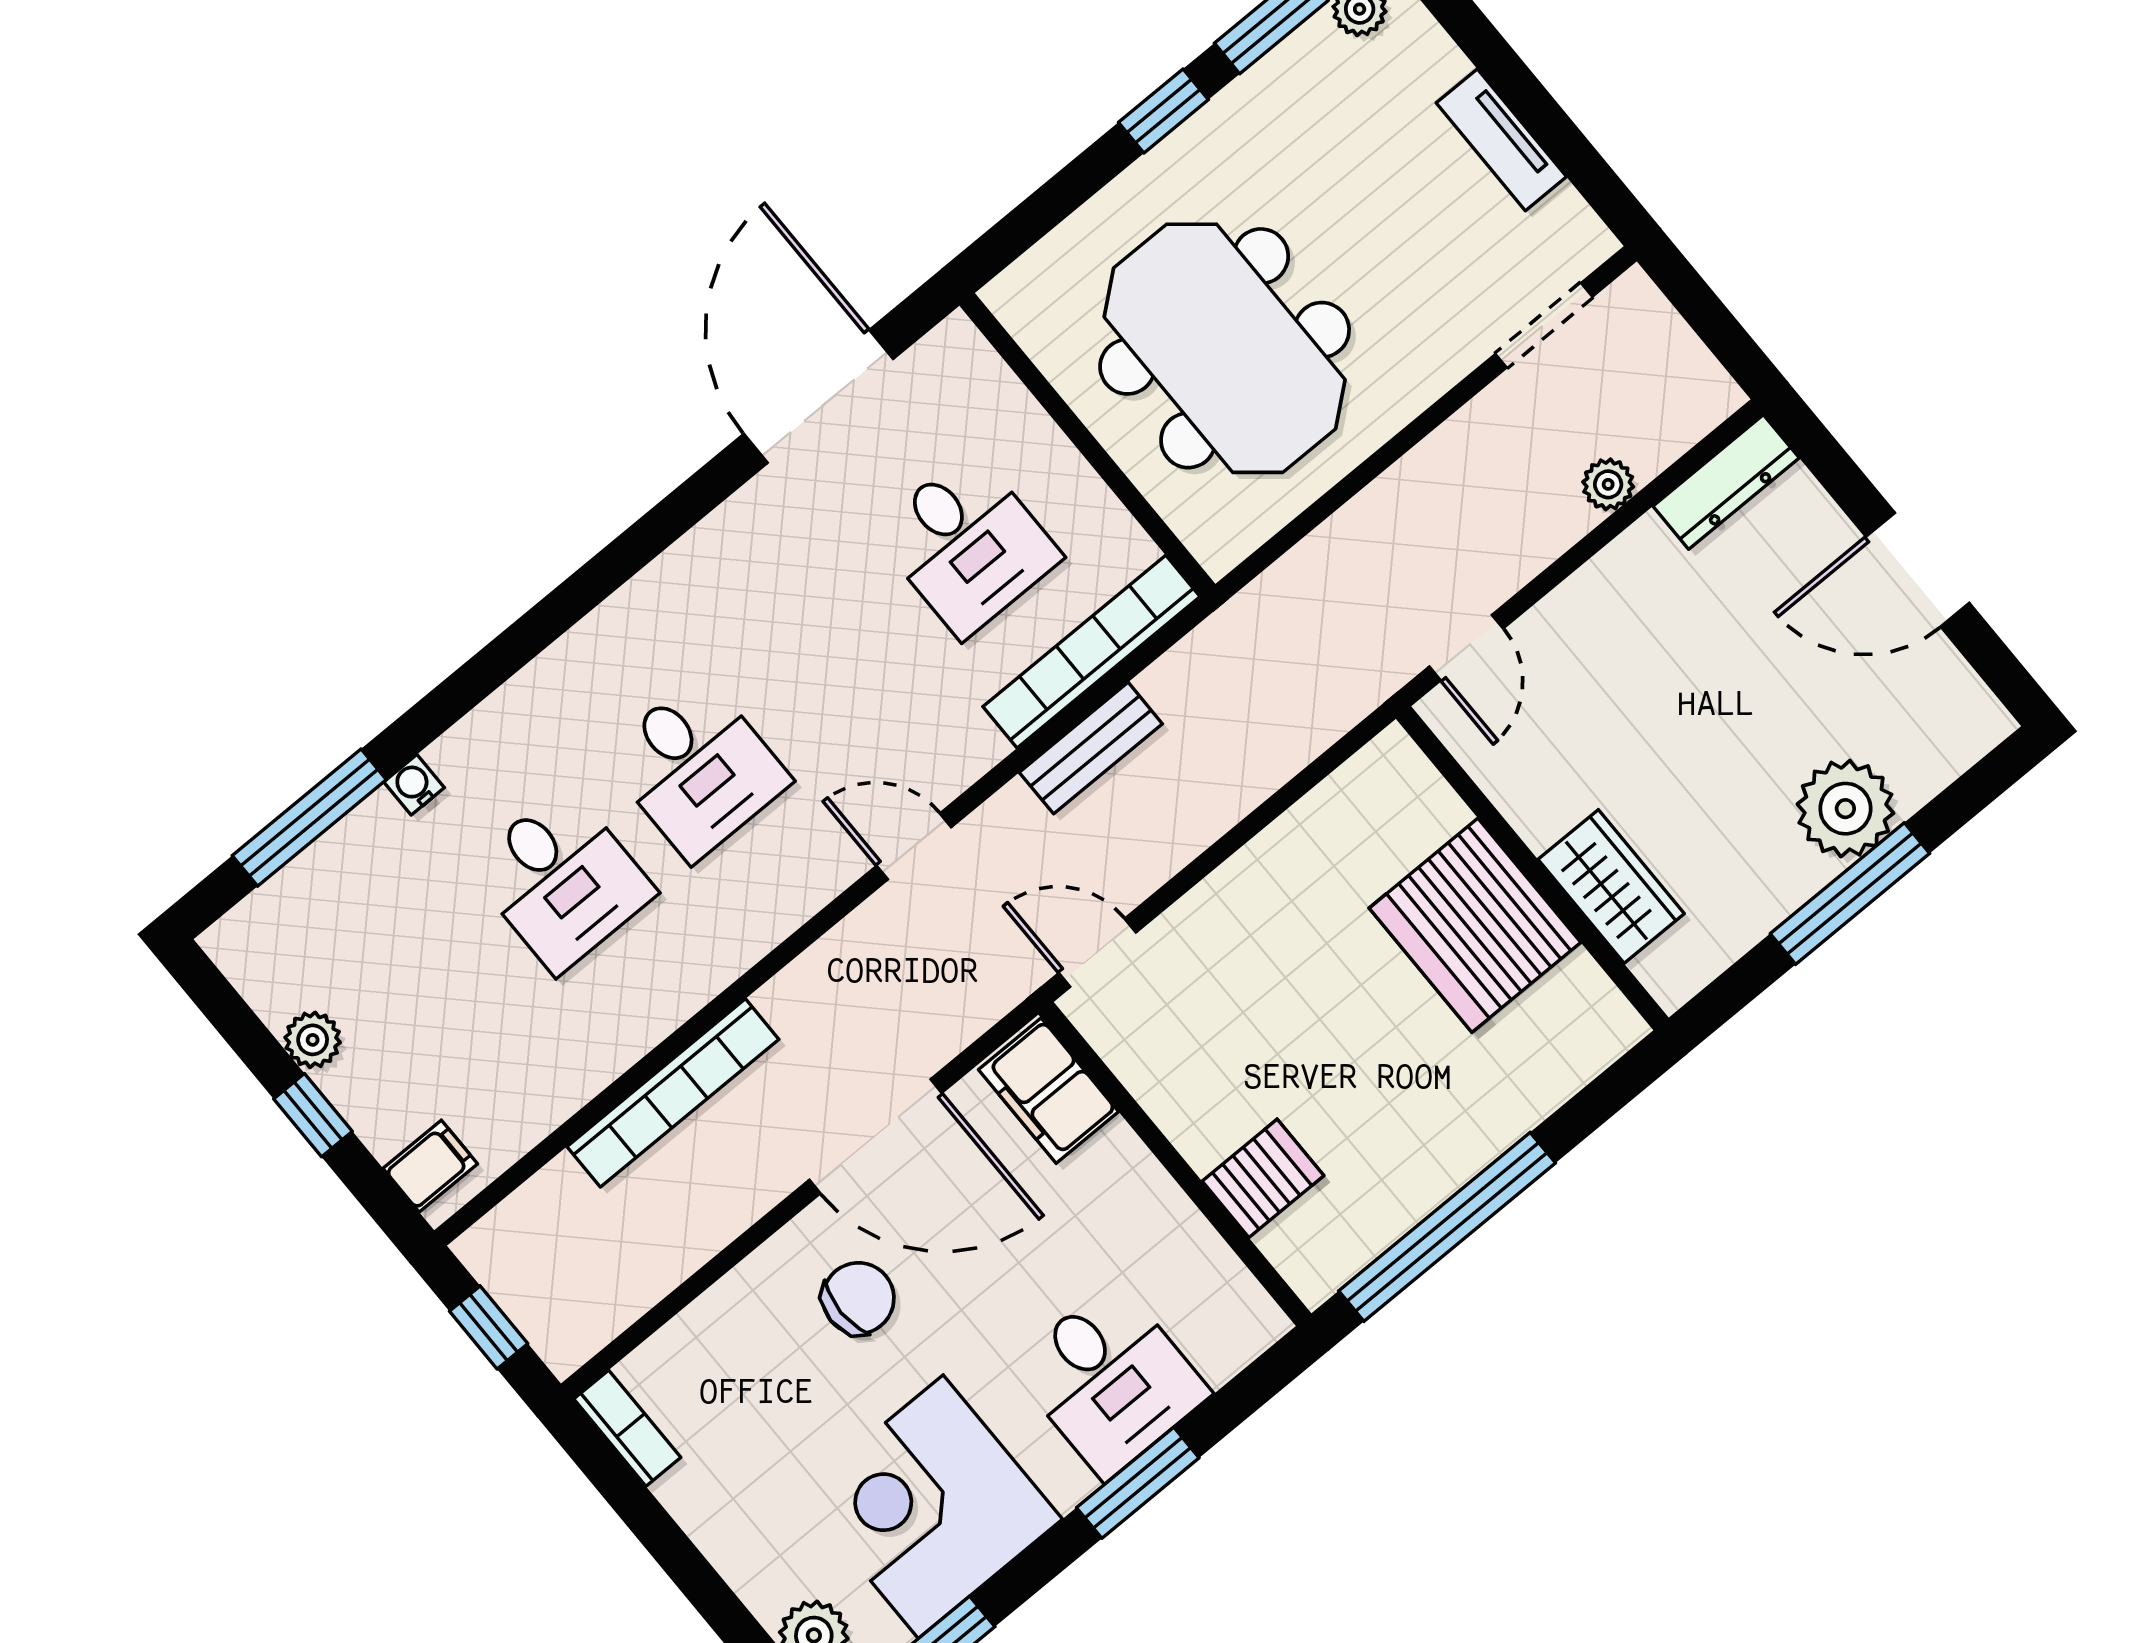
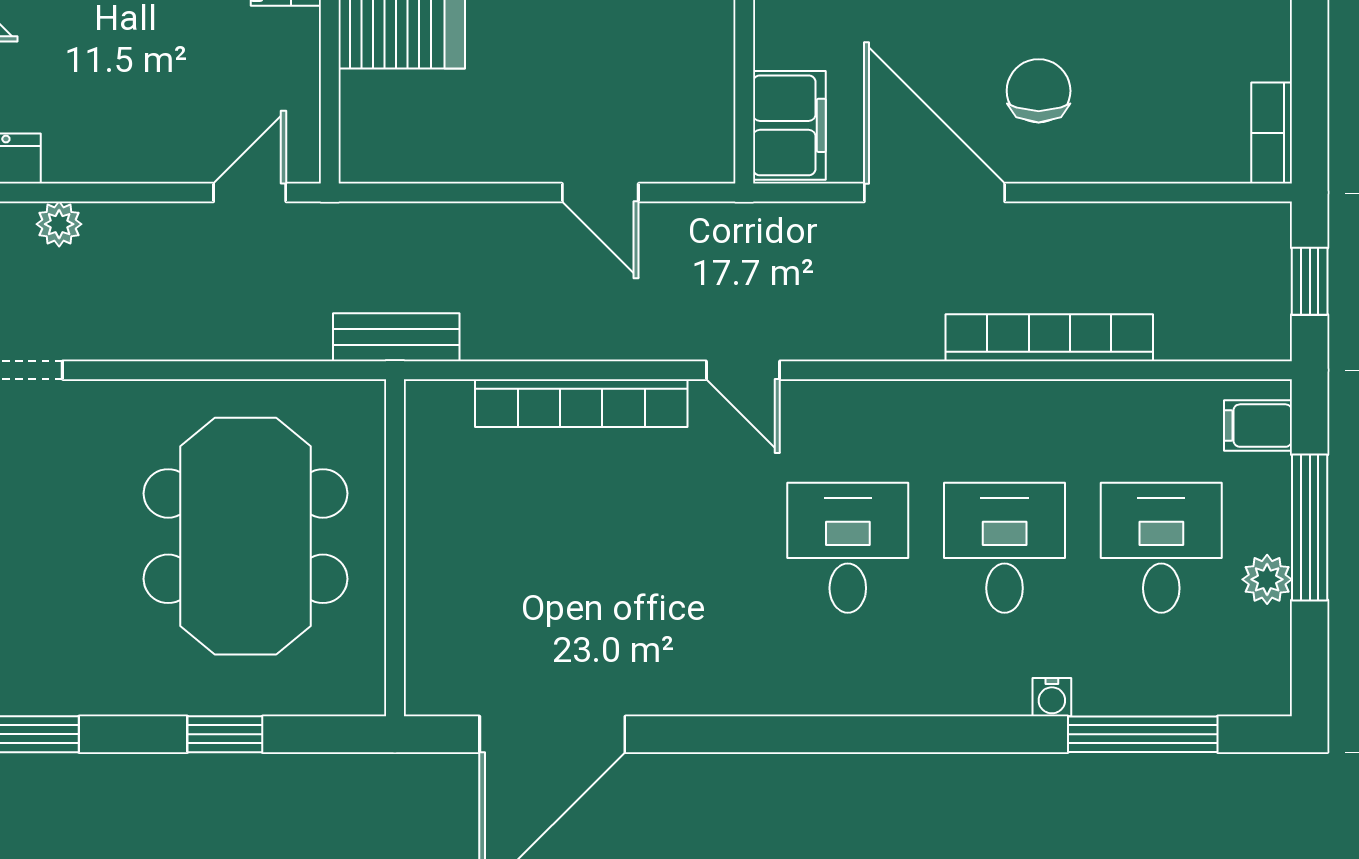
window: (1163, 111) -> (225, 734), moved
desk: (967, 544) -> (1161, 548), moved
bookcase: (1092, 652) -> (581, 403), moved
bench: (1091, 748) -> (396, 337), moved
door: (1097, 953) -> (600, 193), moved
window: (313, 1115) -> (1310, 527), width x2.17
chair: (858, 1298) -> (1039, 91), turned 90

